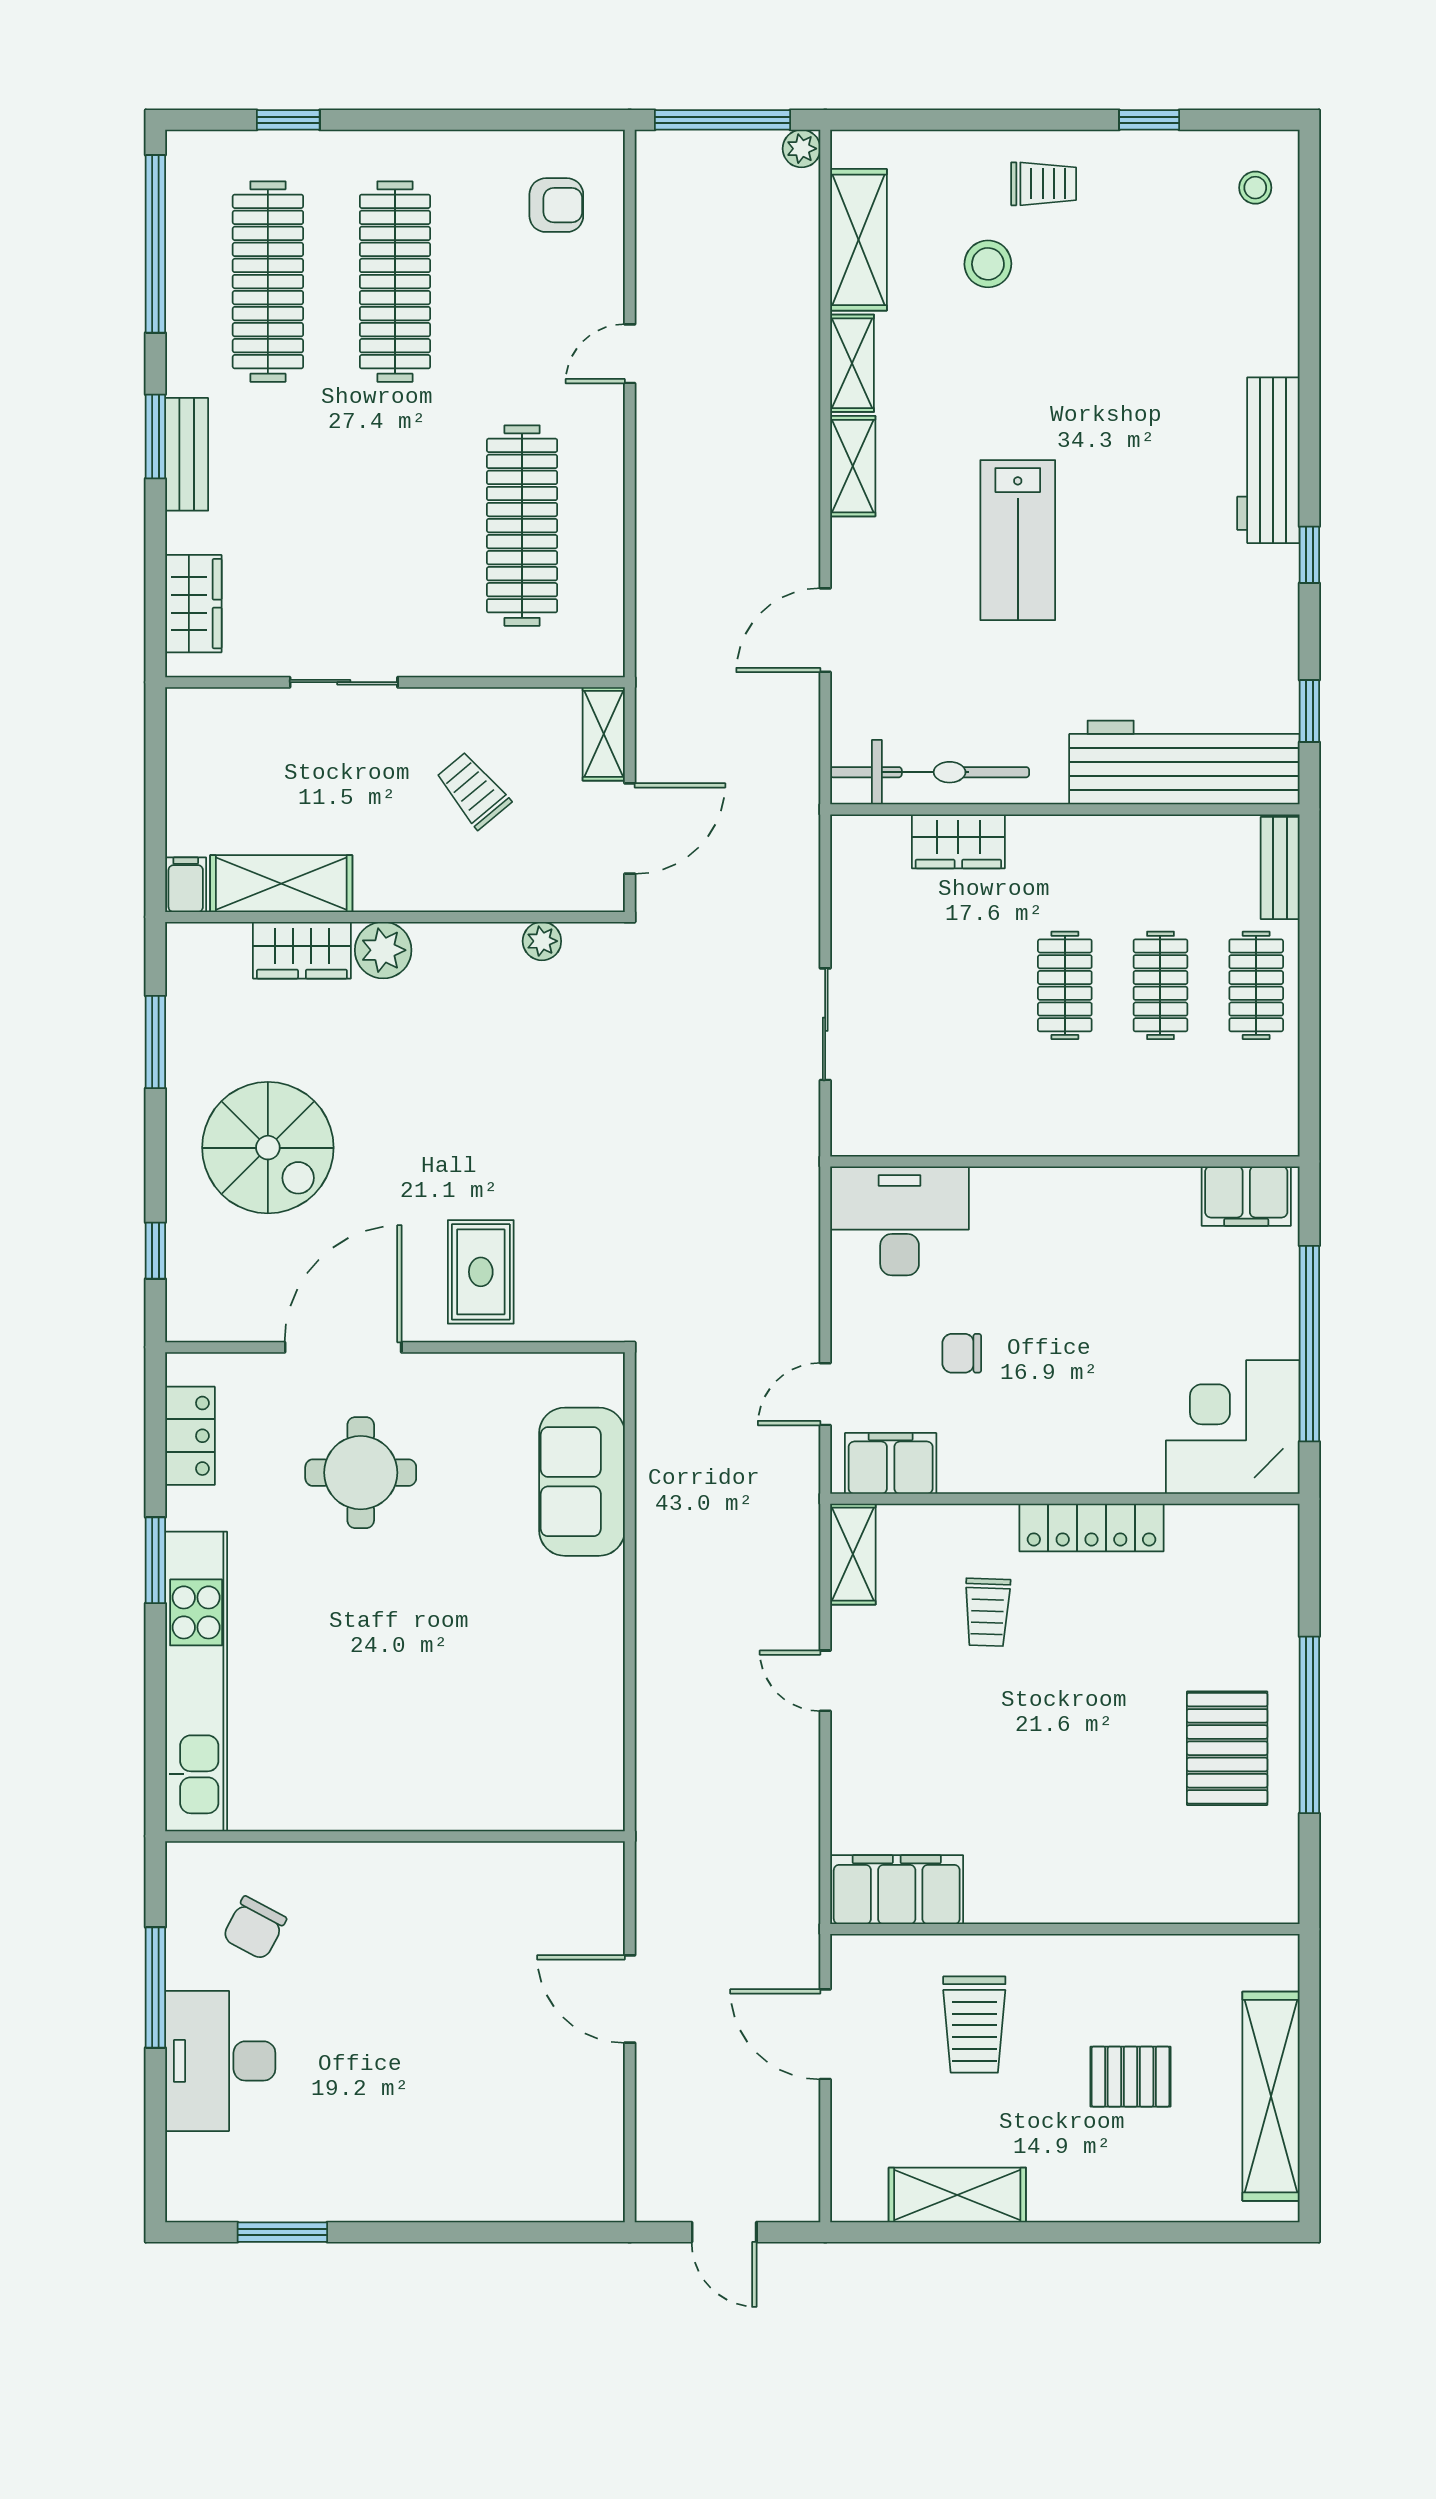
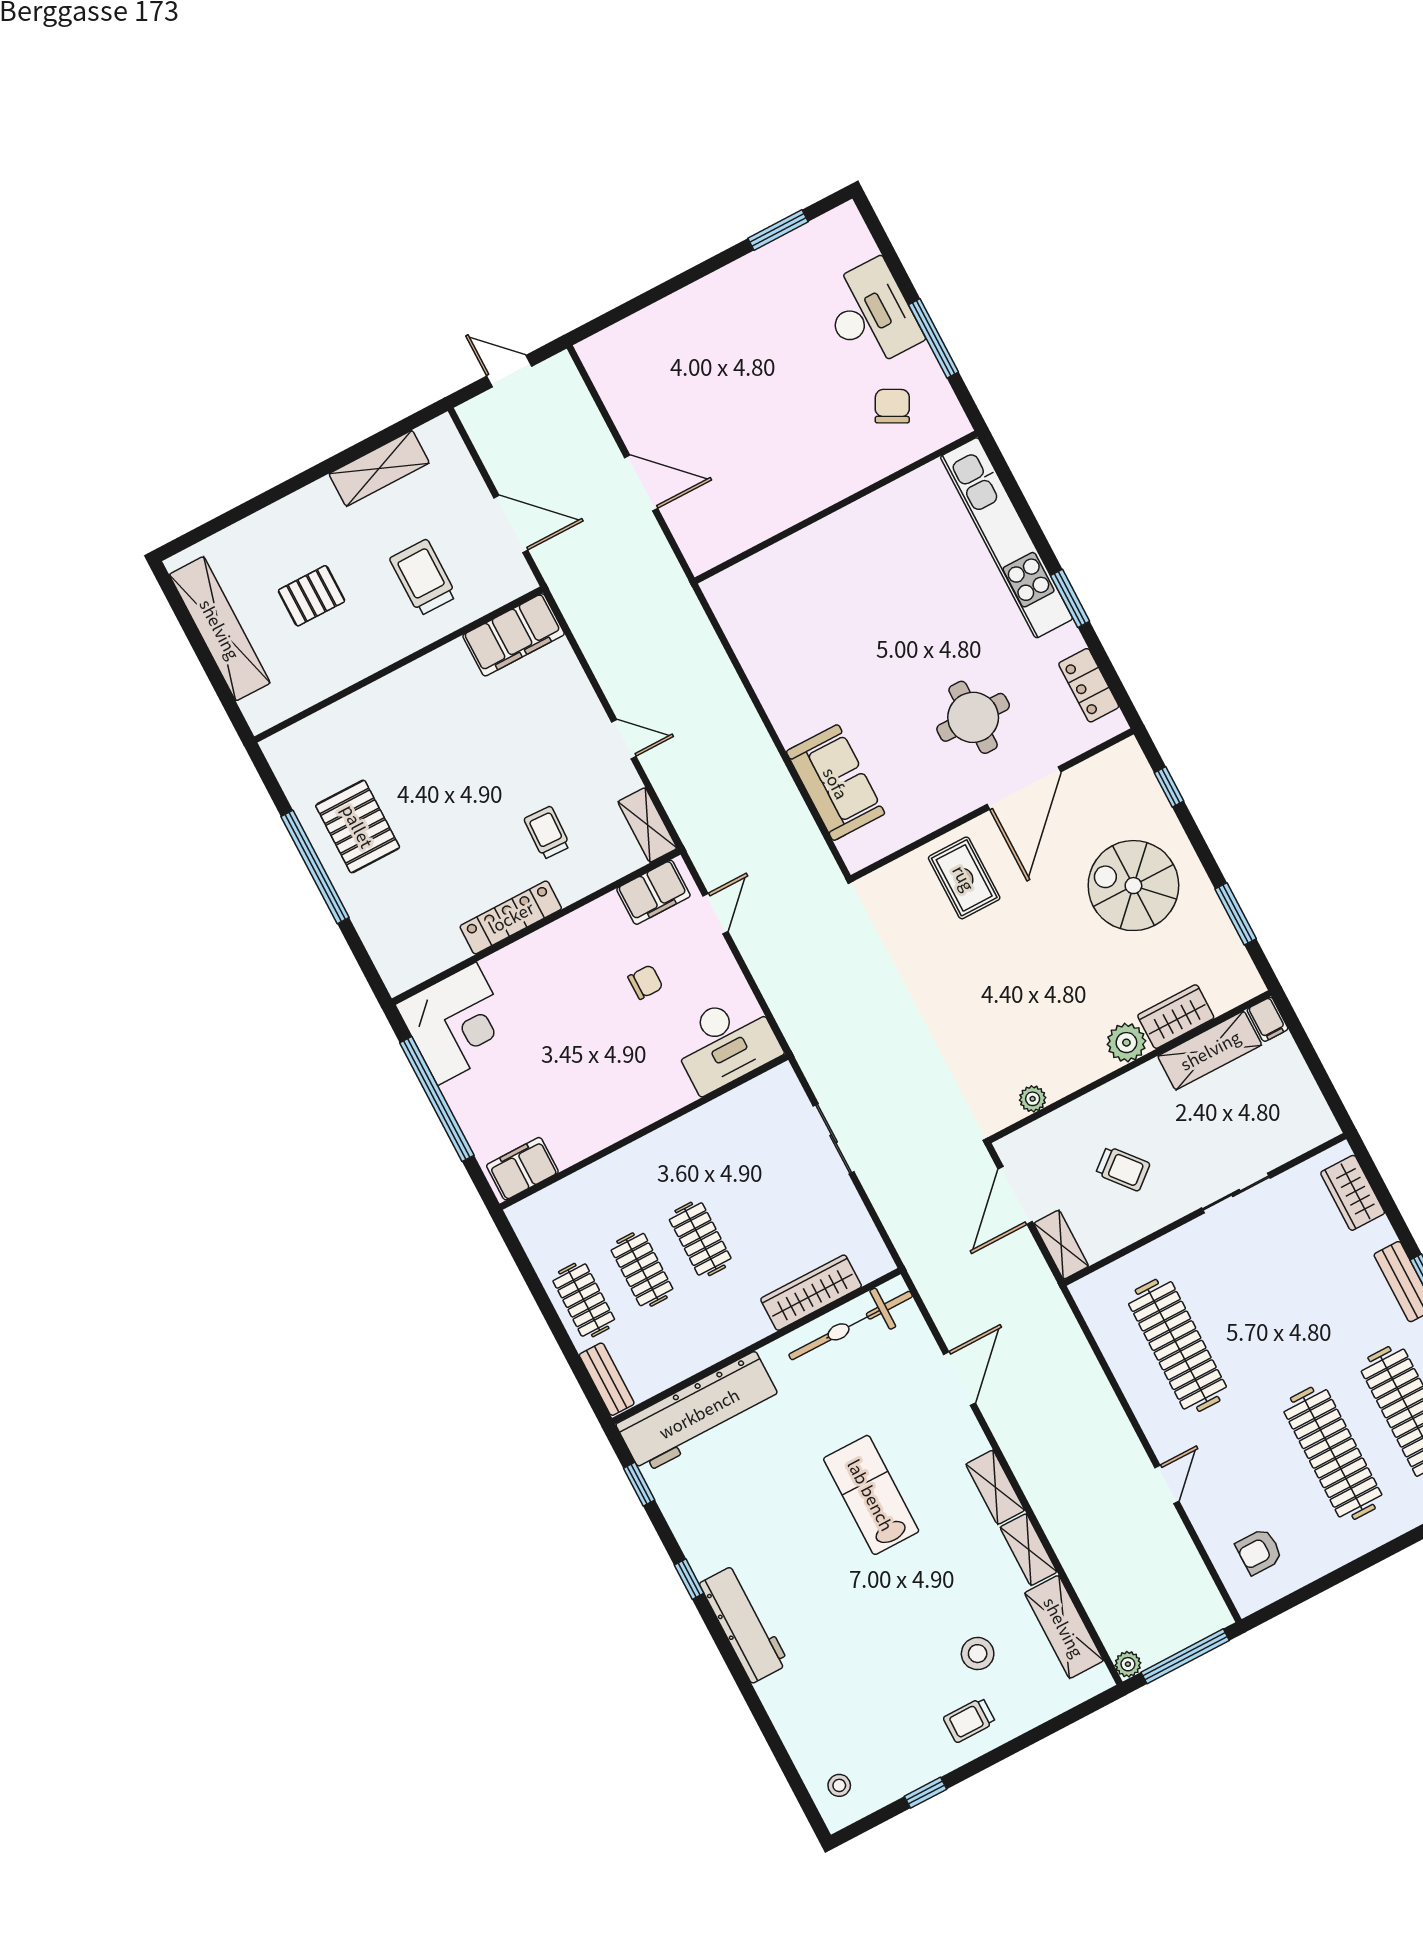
wardrobe: (958, 841) -> (811, 1293), width x1.50

